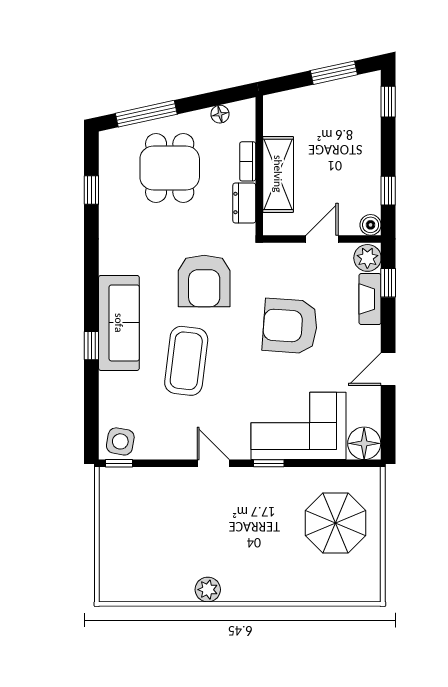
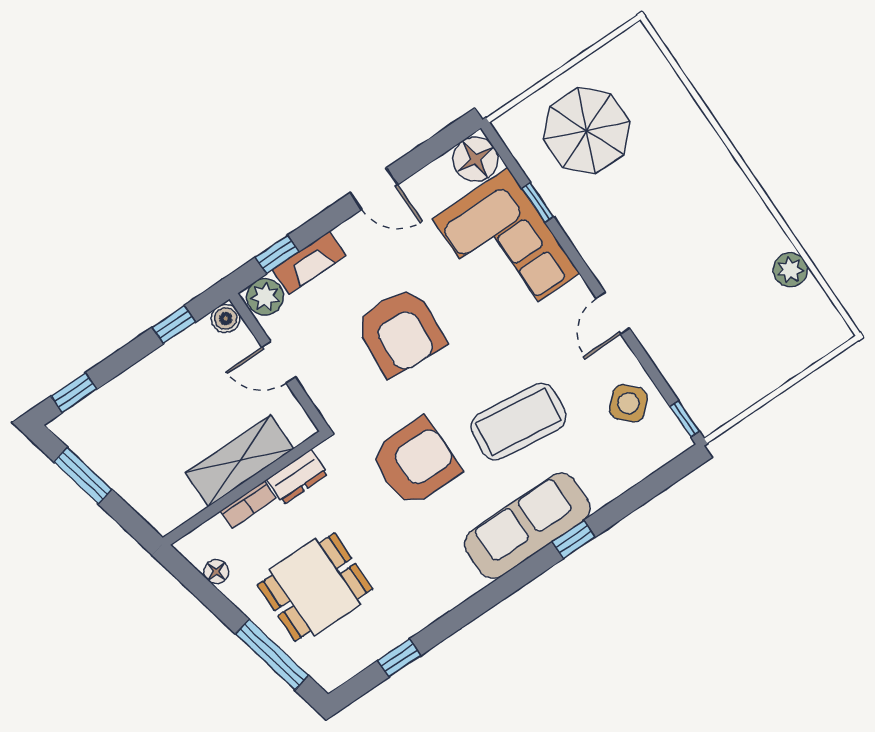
side table: (120, 441) -> (628, 403), moved, turned 36
window: (269, 463) -> (538, 203), moved
plant: (208, 590) -> (790, 270), moved

